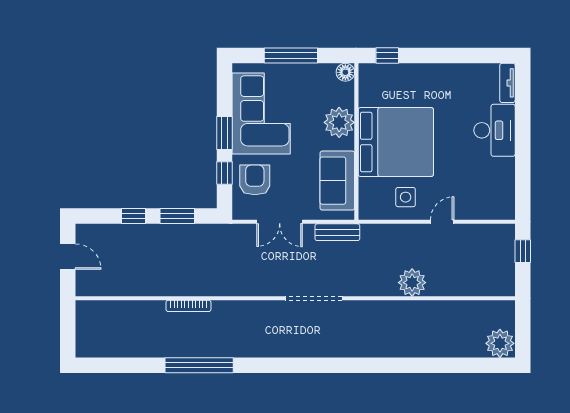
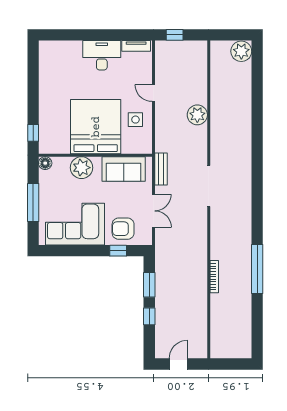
tv unit: (507, 83) -> (136, 46), moved
desk: (494, 130) -> (102, 55), moved
window: (224, 133) -> (89, 251), removed

